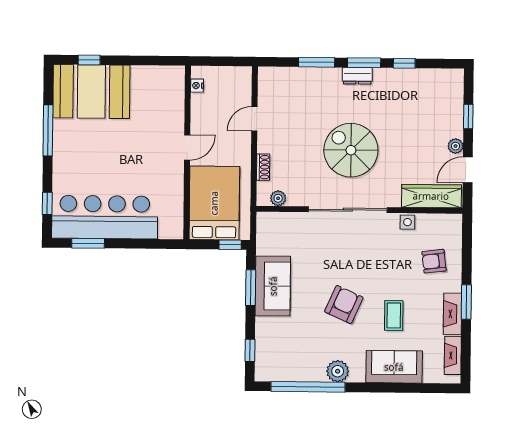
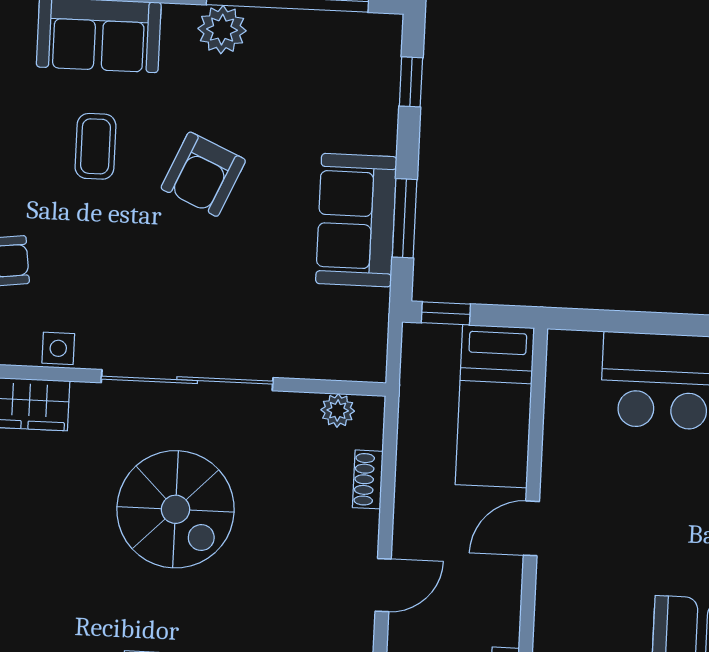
bed: (214, 203) -> (495, 406), width x0.67

